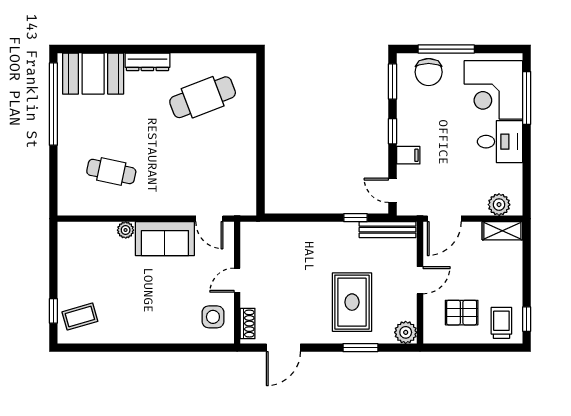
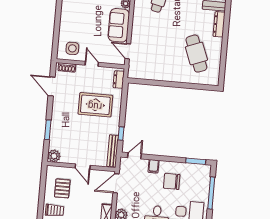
chair: (429, 72) -> (172, 181), moved
window: (393, 131) -> (168, 159), removed
door: (209, 219) -> (128, 51), hinge flipped
door: (444, 219) -> (116, 183), hinge flipped
dresser: (261, 230) -> (119, 80), added
rug: (352, 302) -> (95, 105), moved

